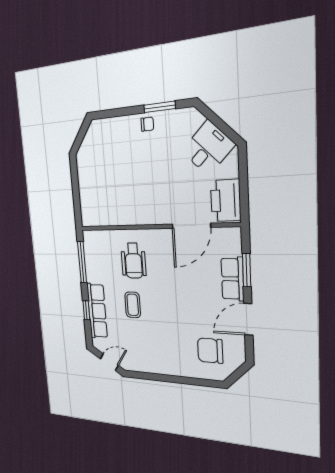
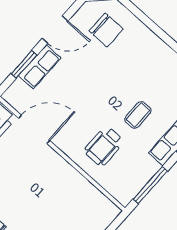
wheelchair: (133, 261) -> (104, 146), turned 180

